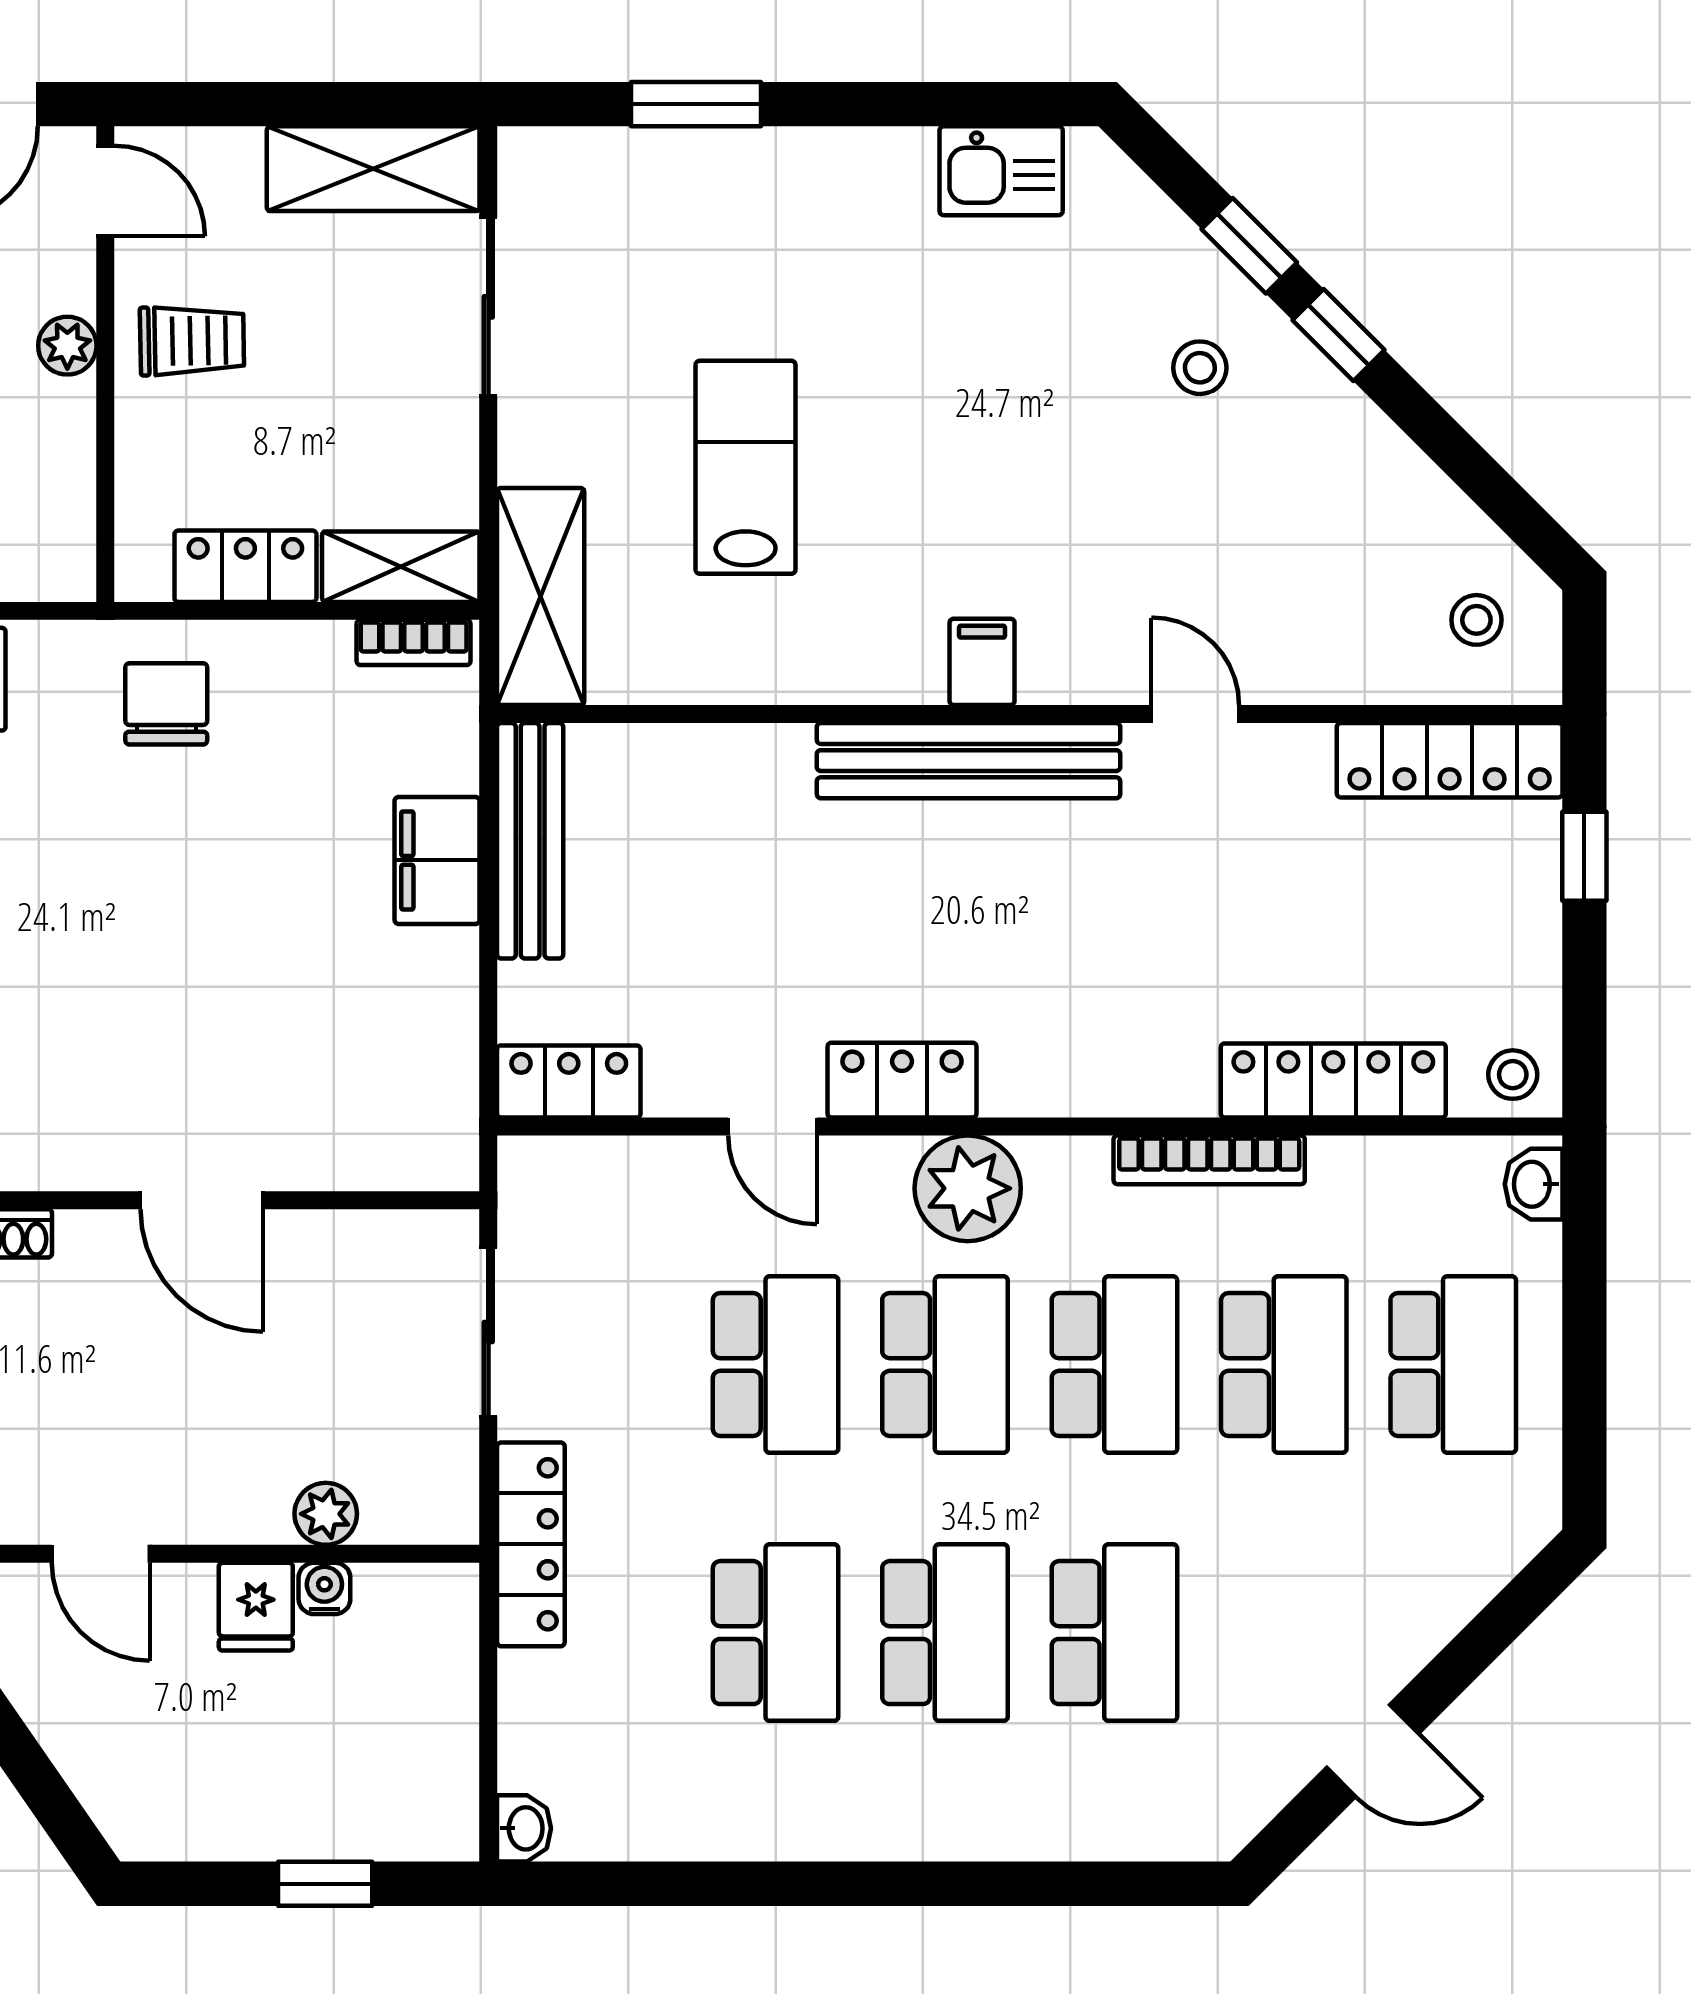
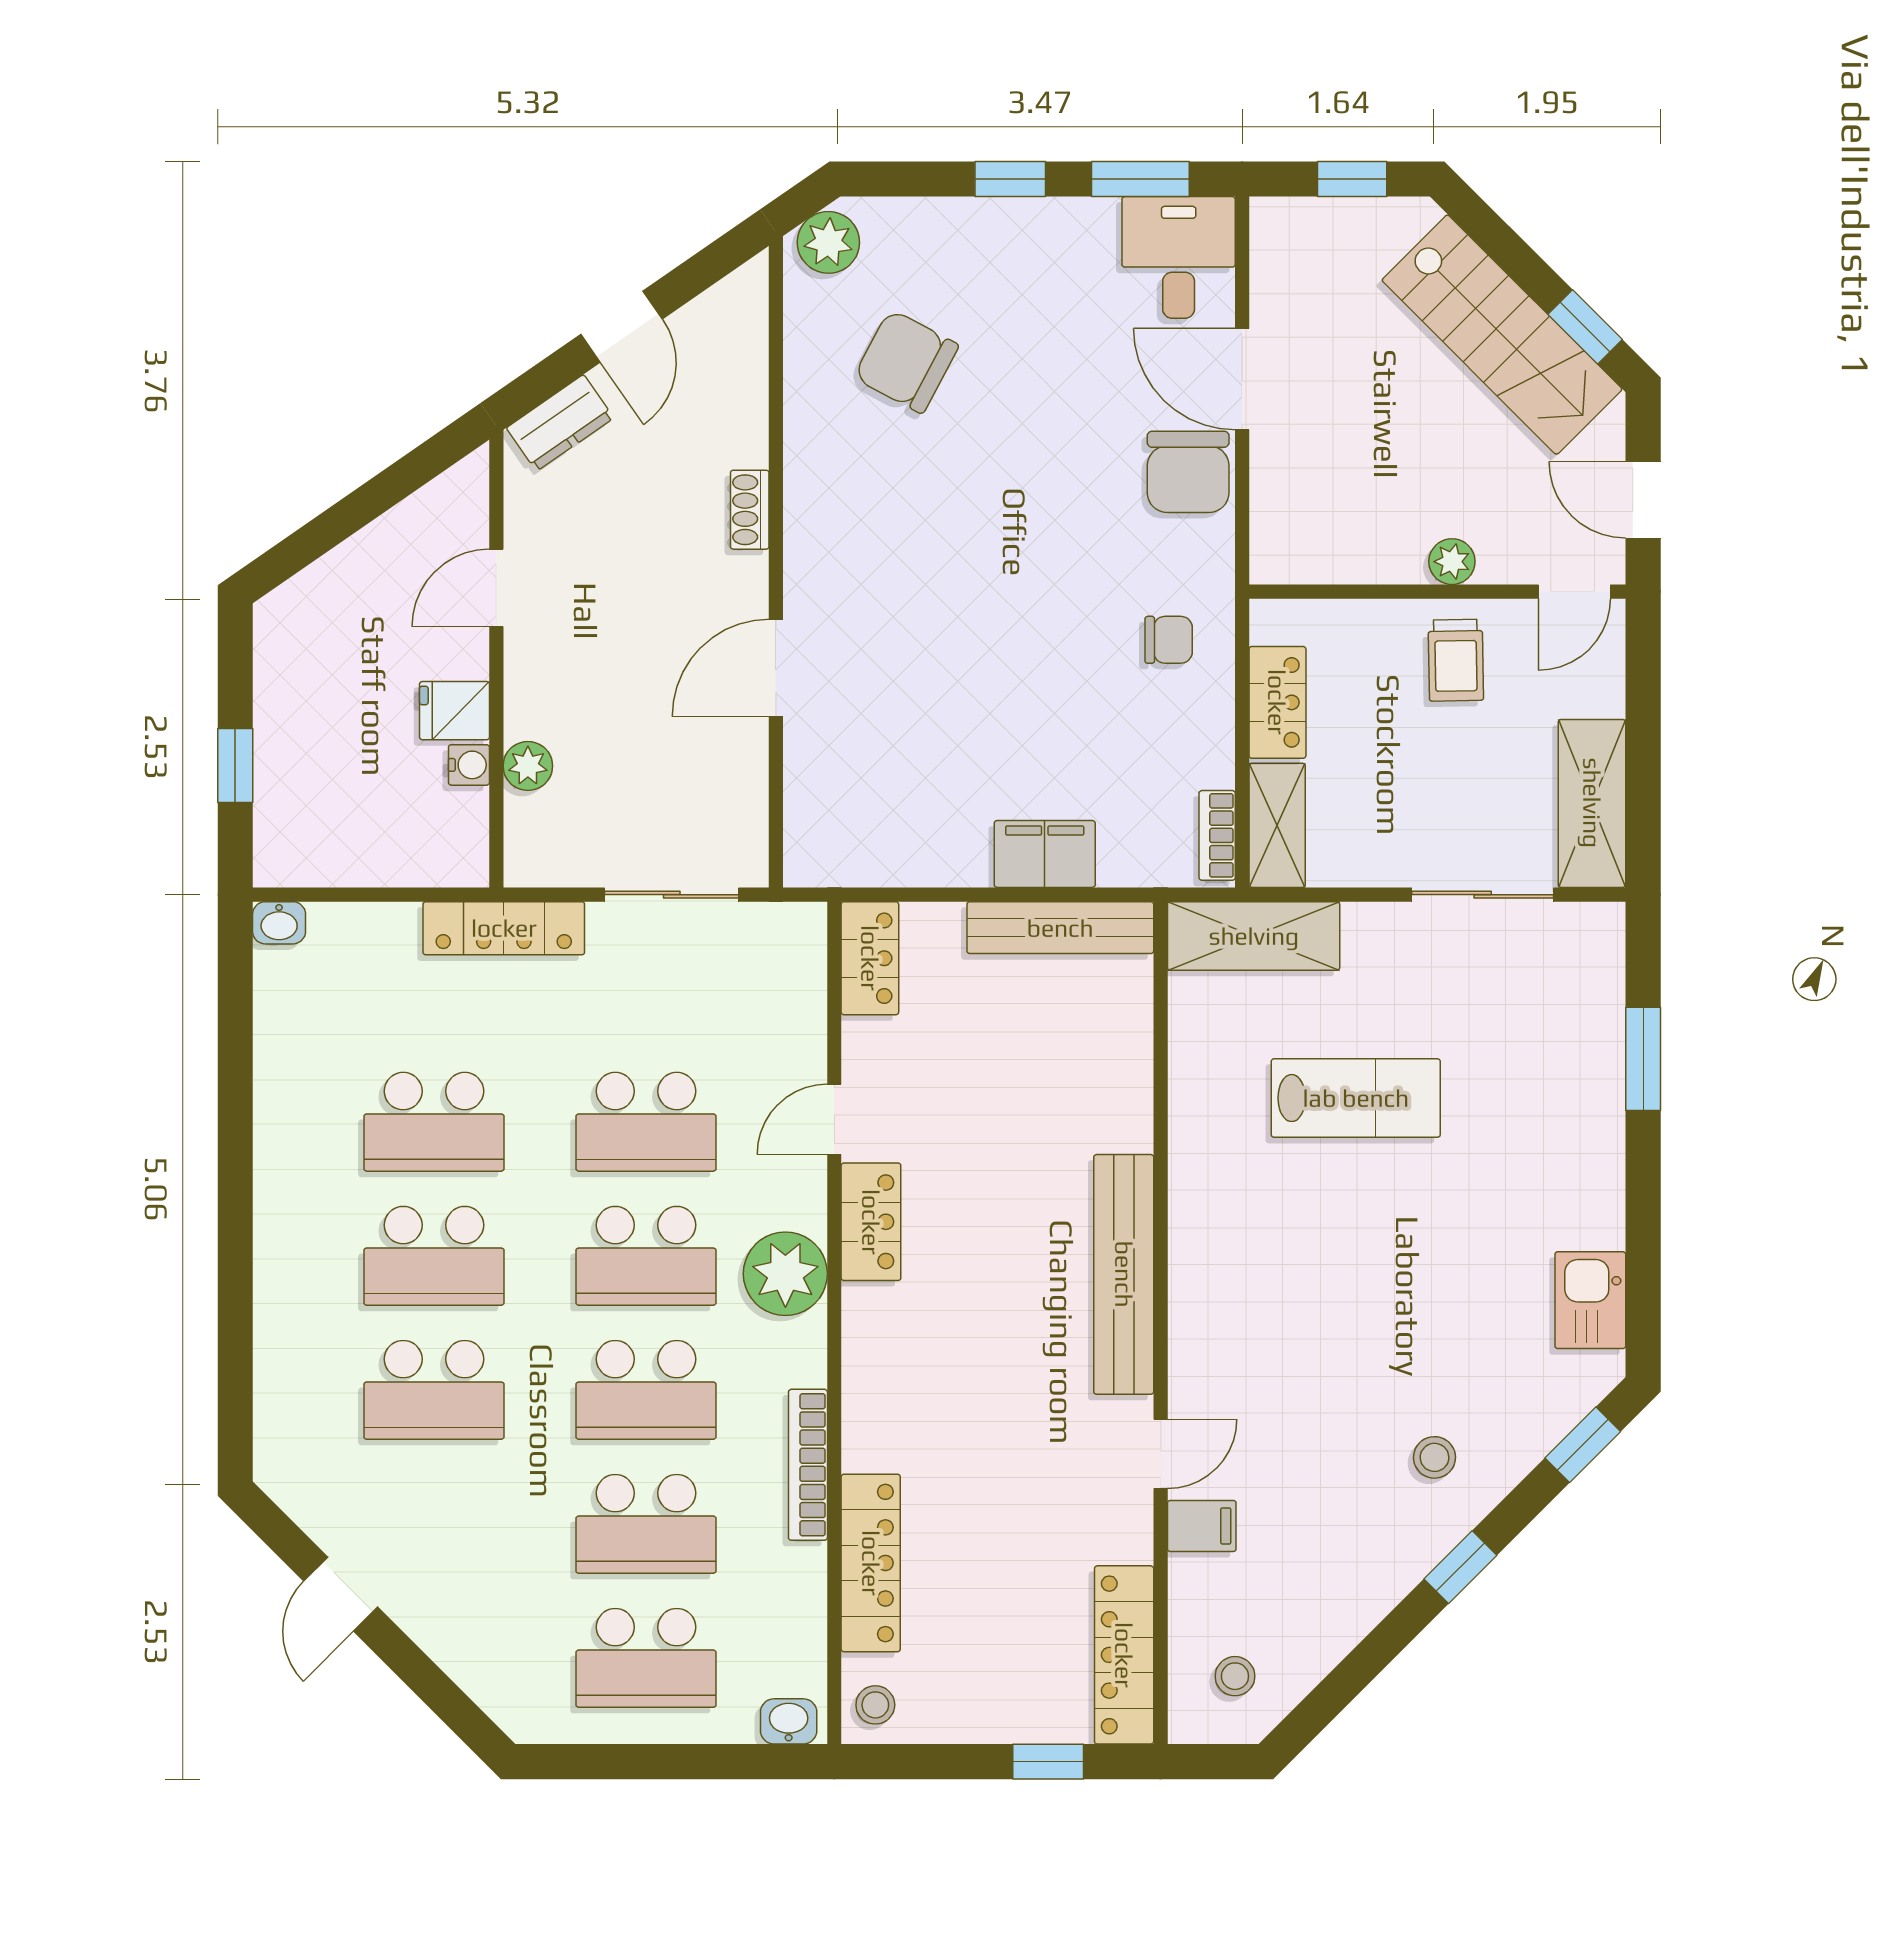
window: (1249, 246) -> (1583, 1445), moved
filing cabinet: (982, 662) -> (1202, 1526), moved
chair: (166, 704) -> (1169, 640), width x0.73, depth x0.73

